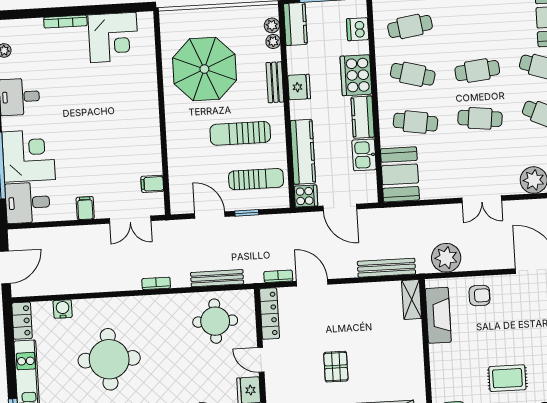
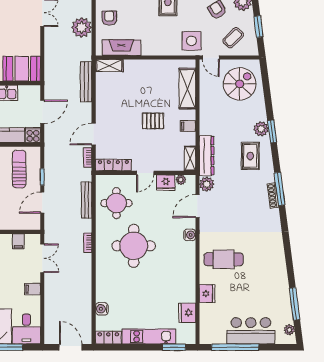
plant: (446, 258) -> (82, 27), moved
round table: (109, 359) -> (134, 246), moved

